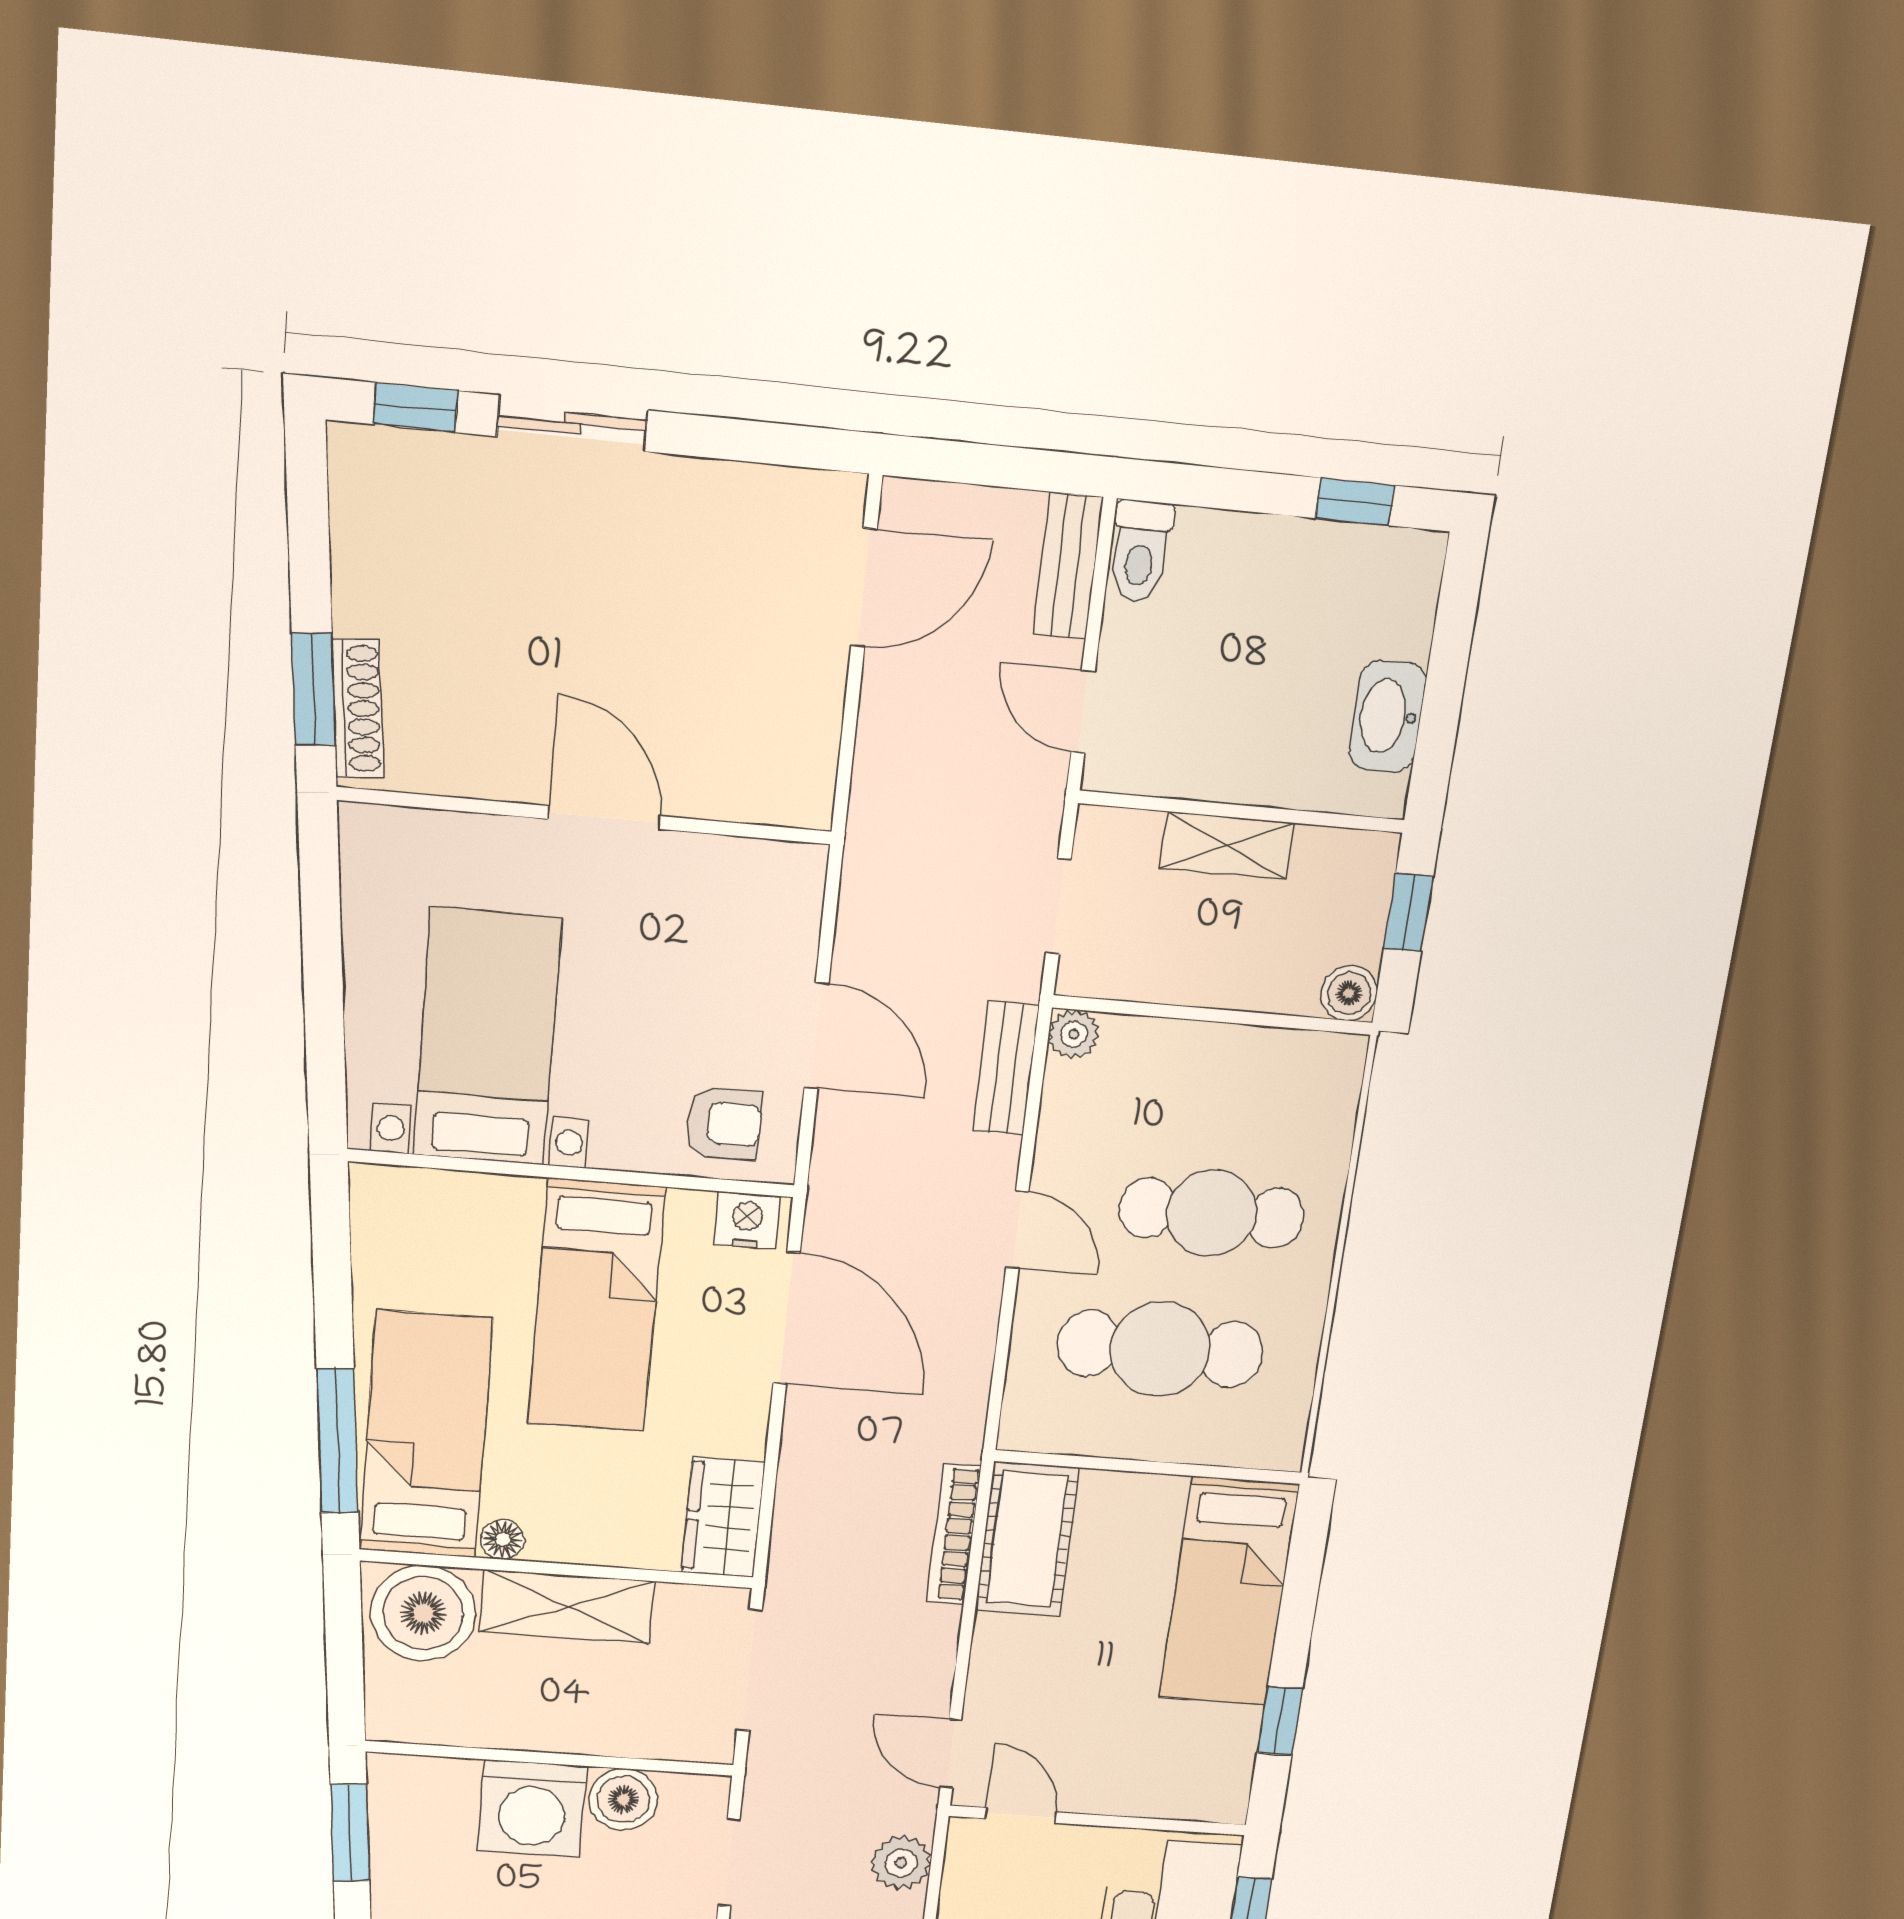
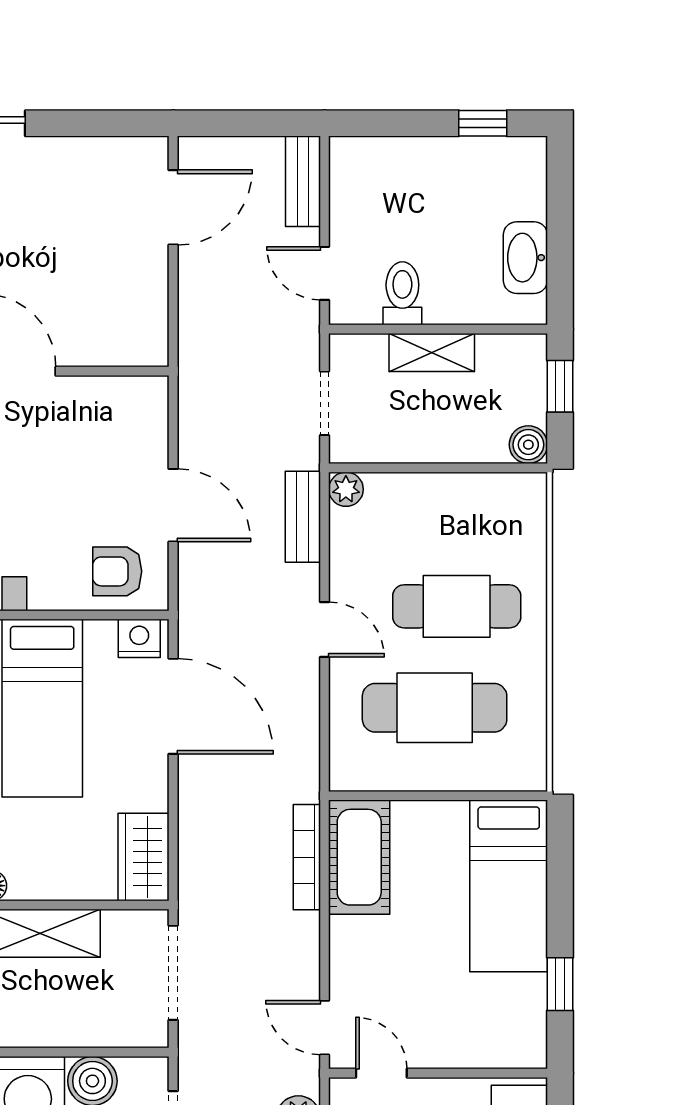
toilet: (1140, 551) -> (402, 293), moved, turned 180
armchair: (724, 1123) -> (117, 571), turned 180

